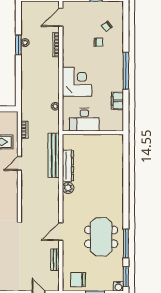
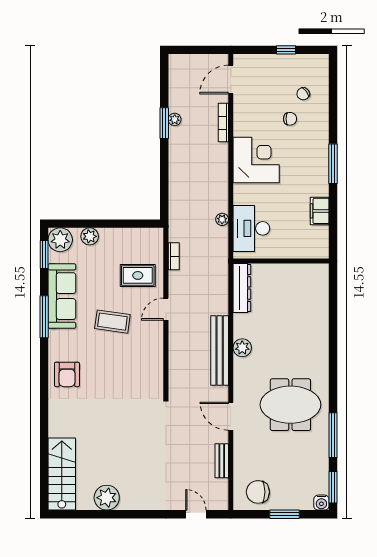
window: (126, 71) -> (333, 164), width x0.68
corner desk: (77, 82) -> (256, 160), moved
desk: (84, 120) -> (251, 228), moved, turned 90
bench: (54, 155) -> (220, 351), moved
dresser: (68, 166) -> (242, 288), moved
door: (61, 231) -> (231, 416), hinge flipped
meeting table: (101, 237) -> (290, 405), moved, turned 90

